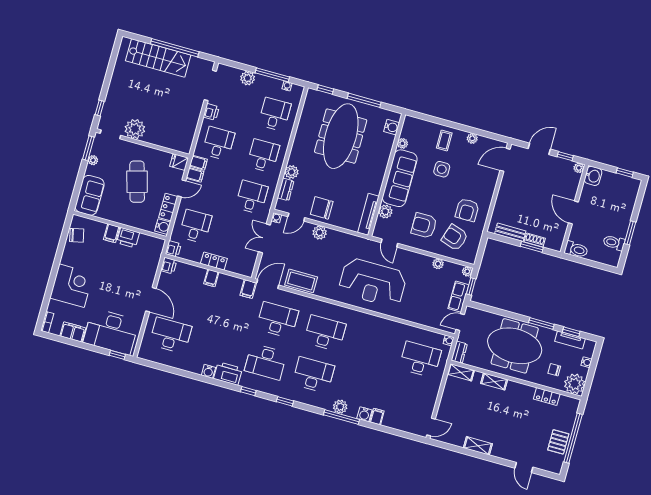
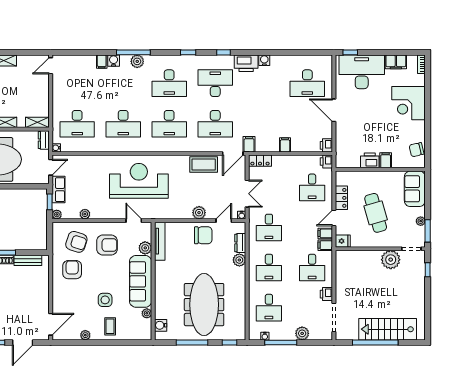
water cooler: (163, 227) -> (341, 179), removed
locker: (214, 261) -> (260, 161), moved
desk: (373, 346) -> (123, 124), added

